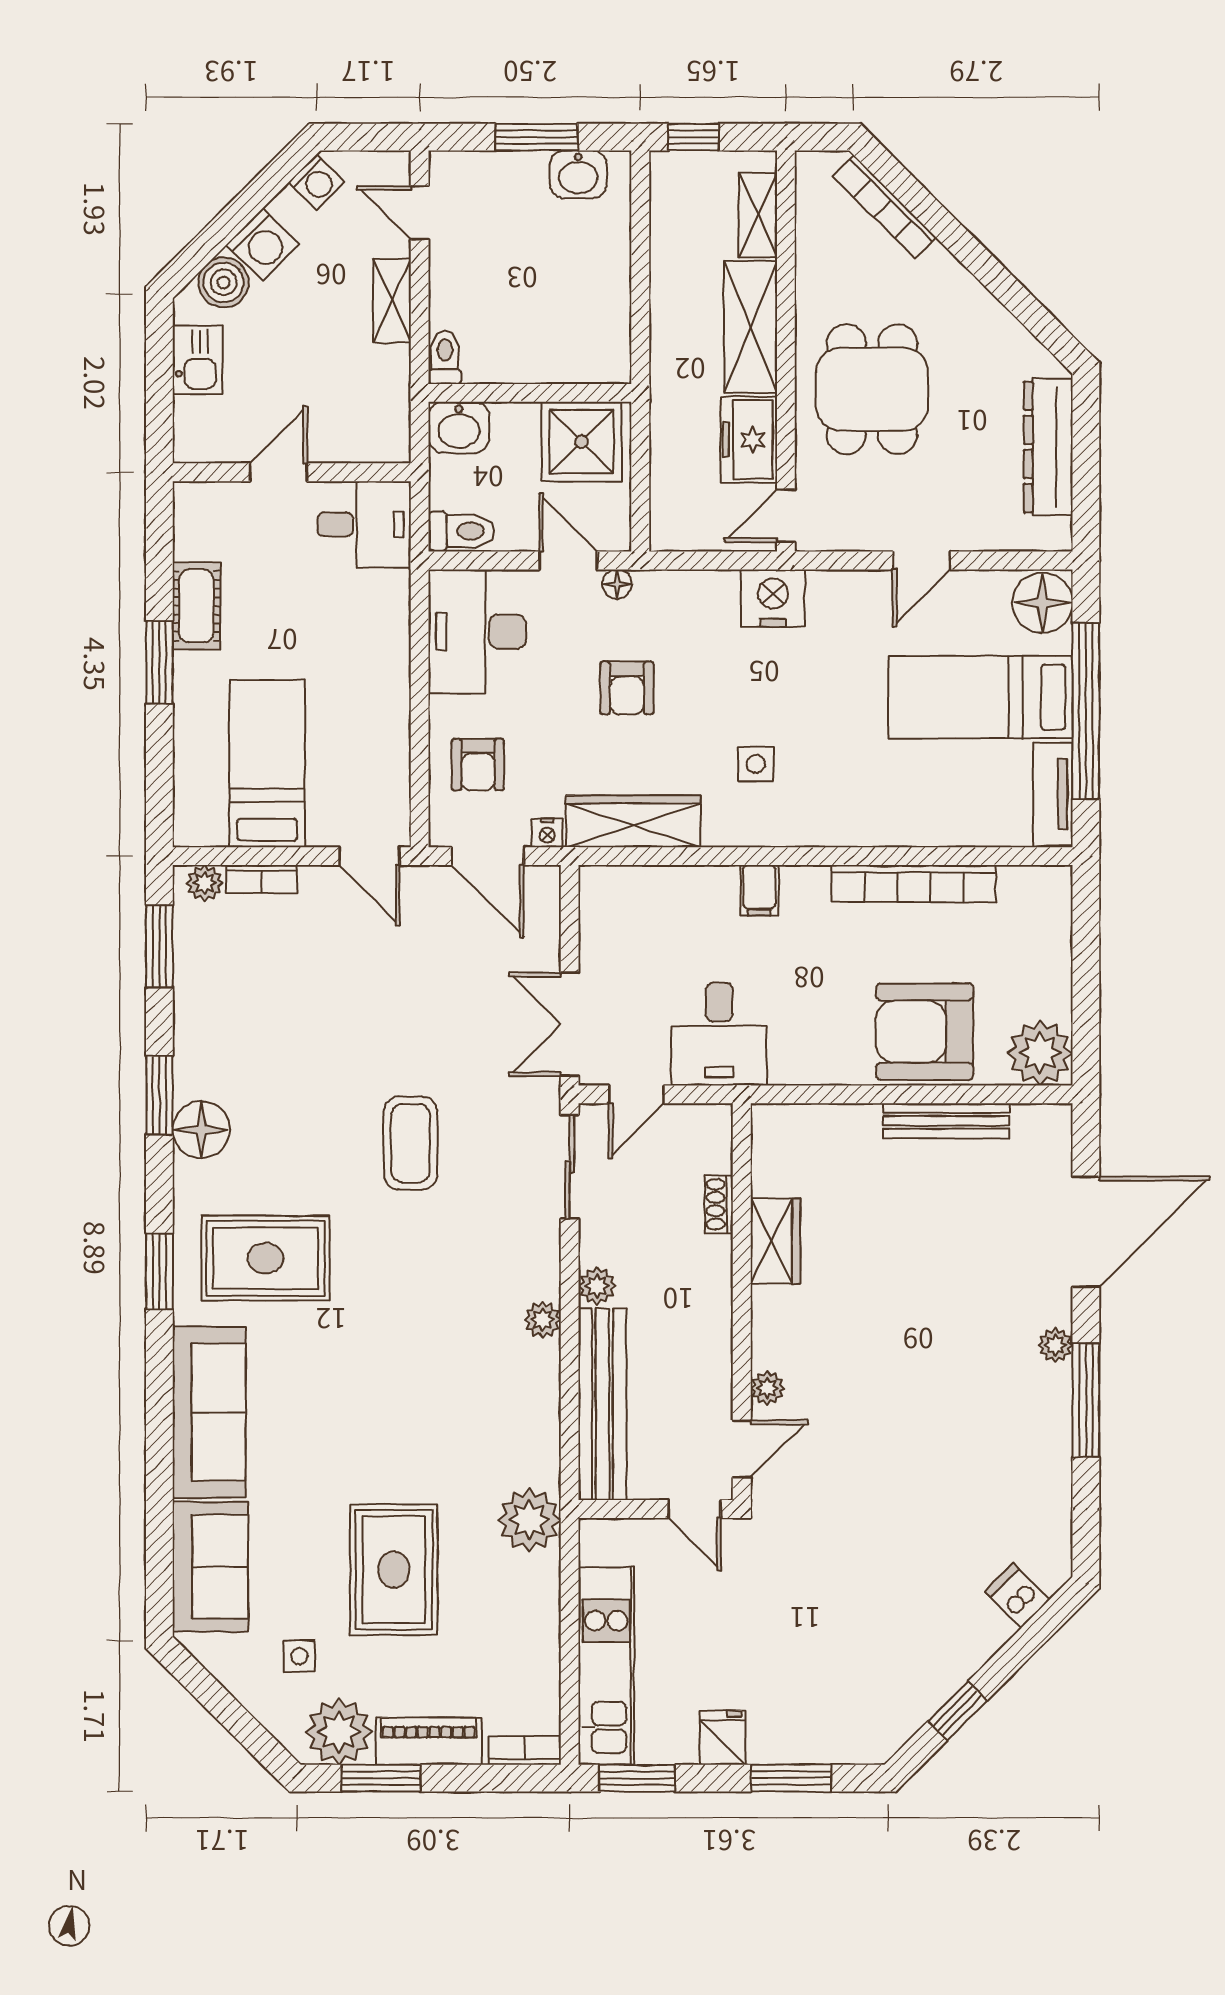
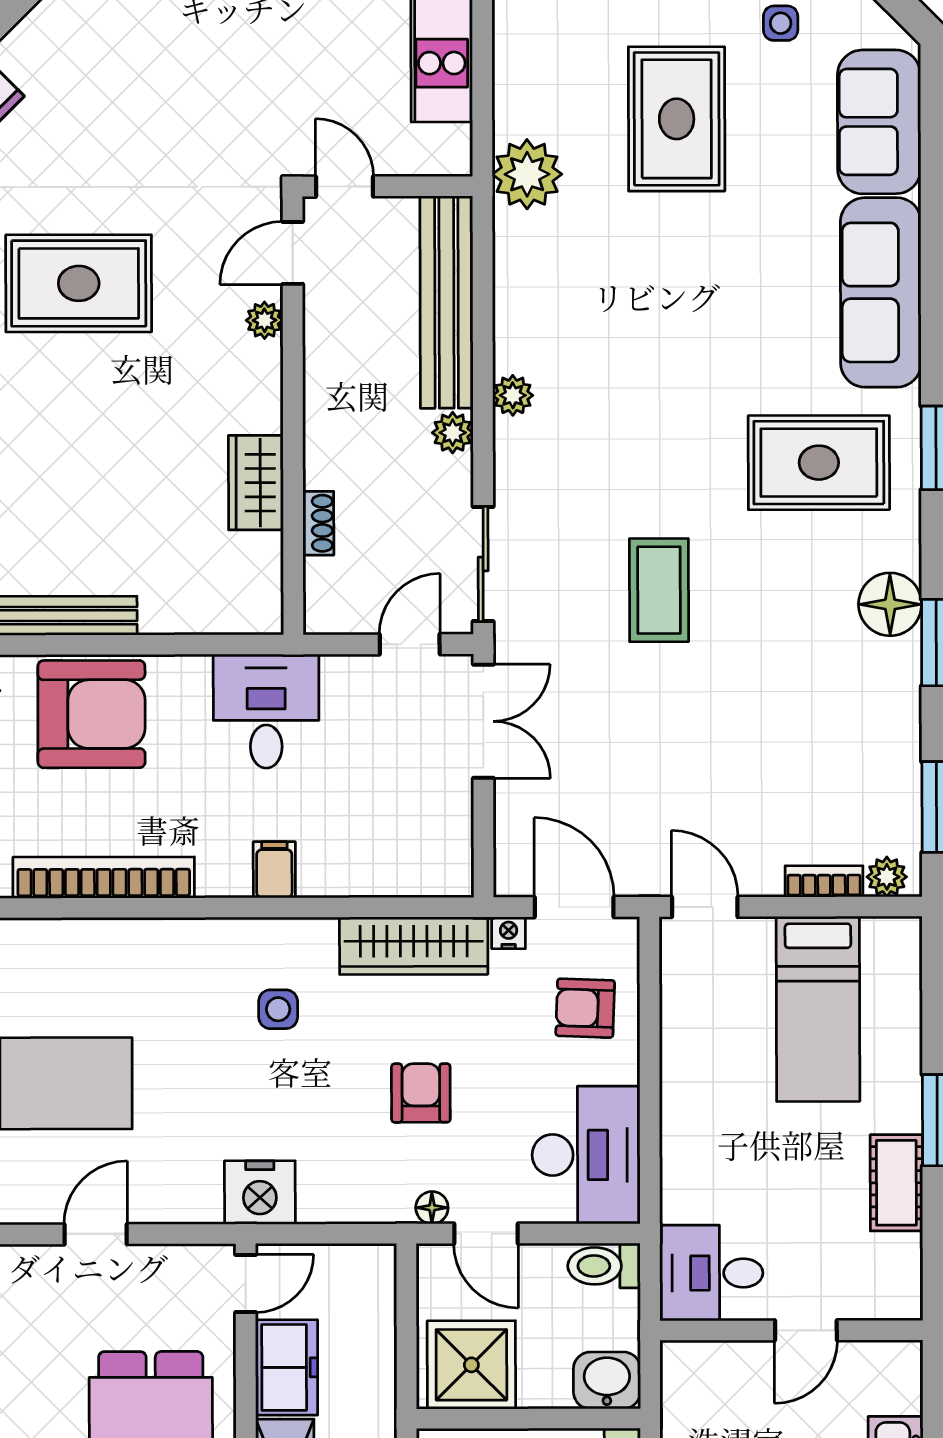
armchair: (478, 765) -> (585, 1008), turned -88
desk: (719, 1034) -> (266, 711), moved
rug: (936, 1422) -> (79, 283), added

